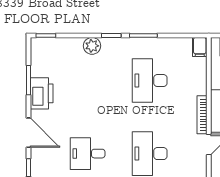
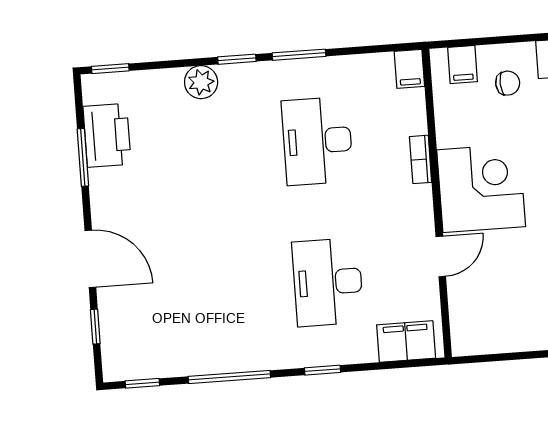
printer: (42, 93) -> (107, 135), moved
bookcase: (202, 115) -> (421, 159), moved, width x0.64
desk: (88, 154) -> (208, 291), removed

